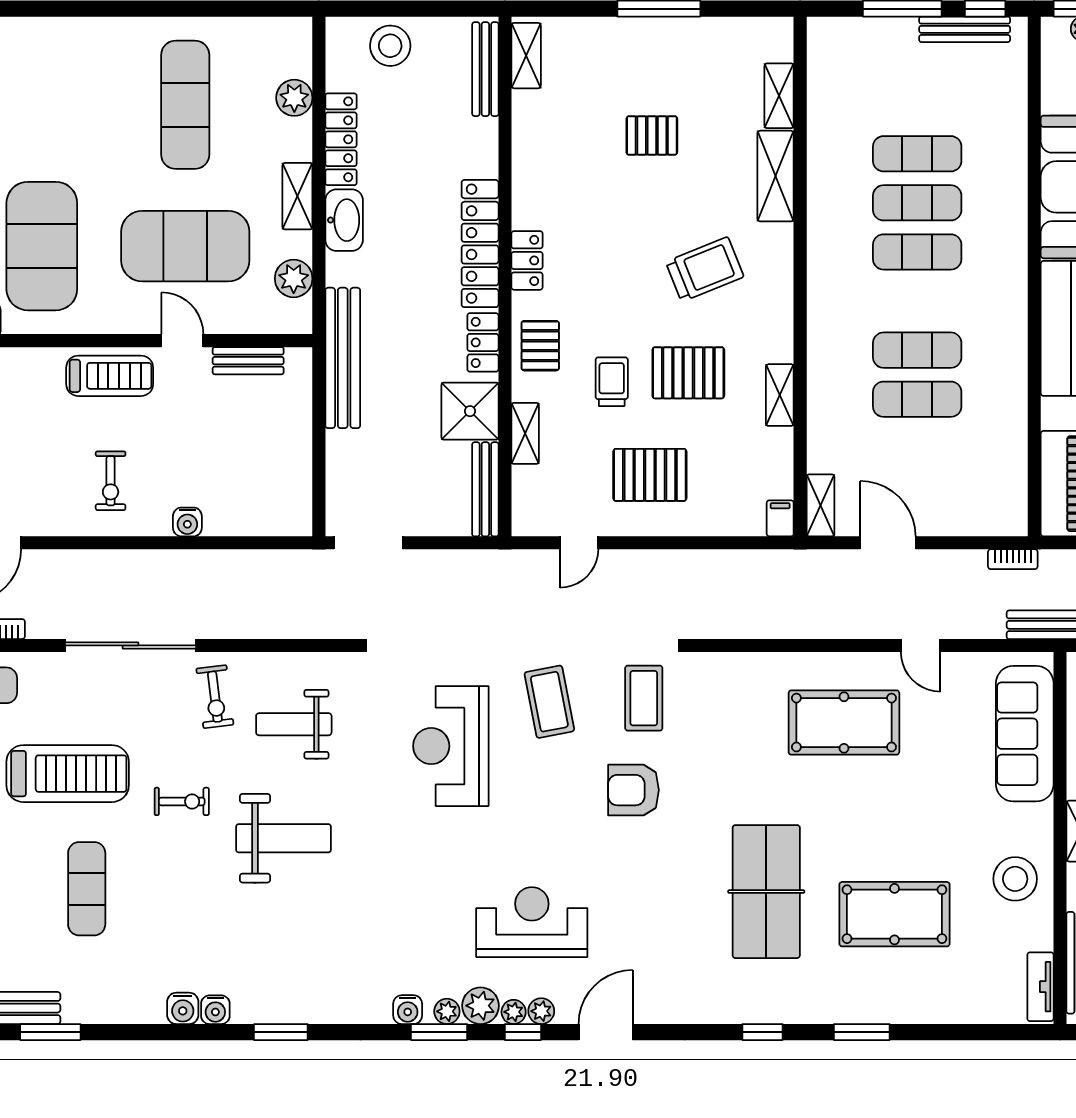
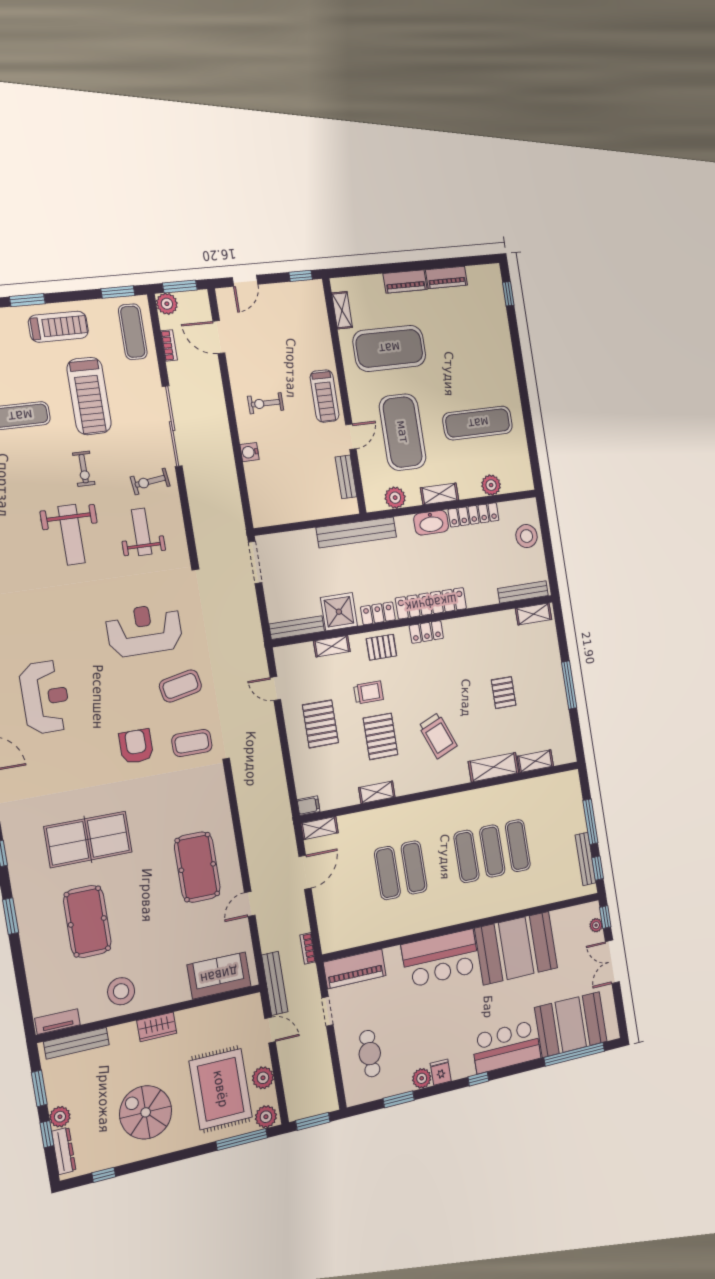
sofa: (1025, 734) -> (219, 975), width x0.73

